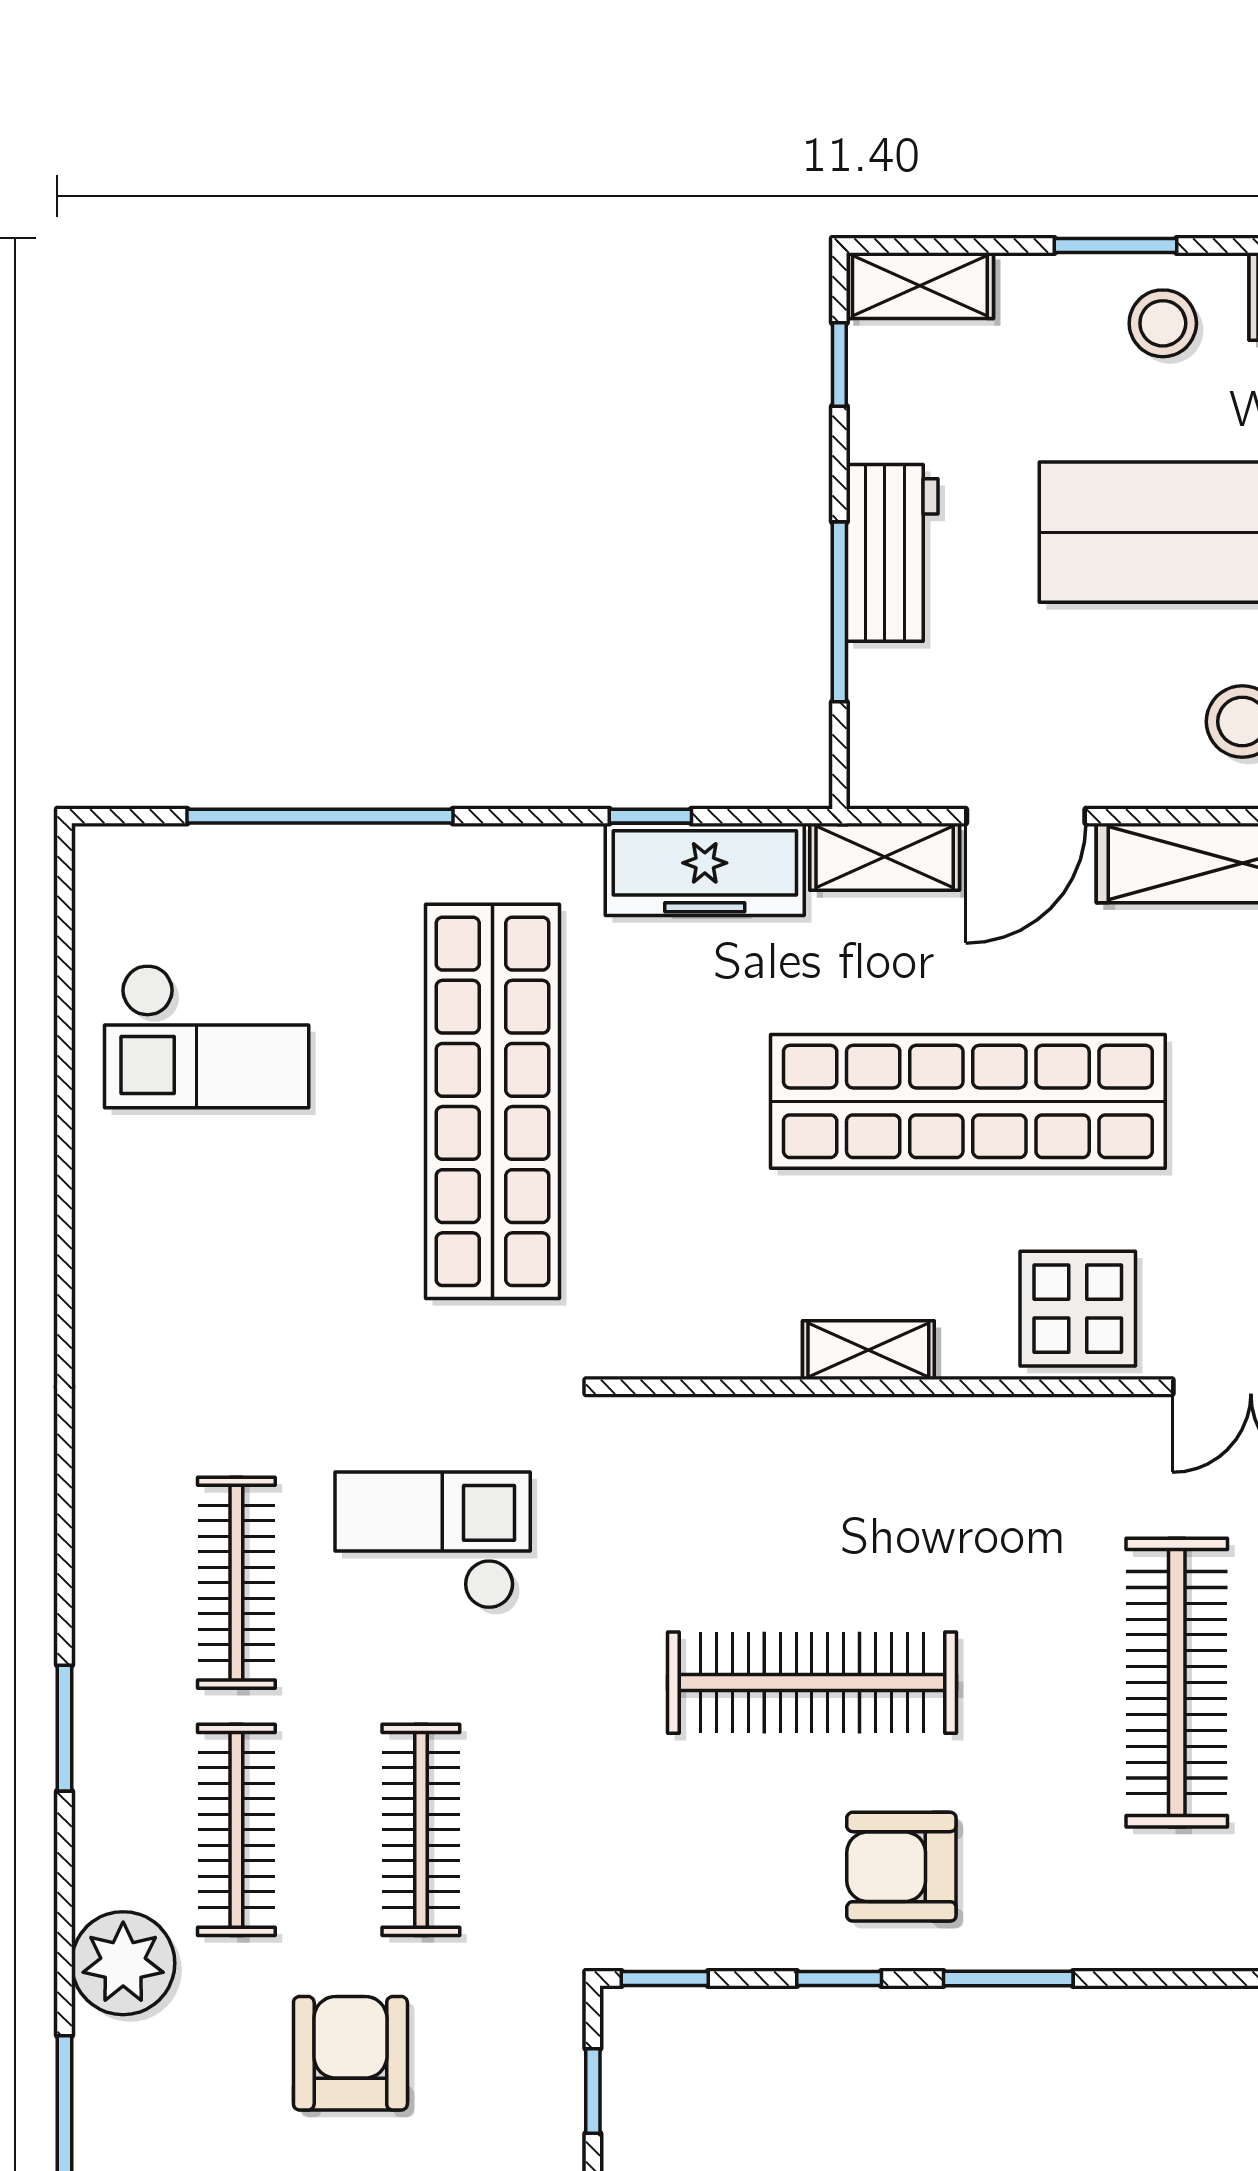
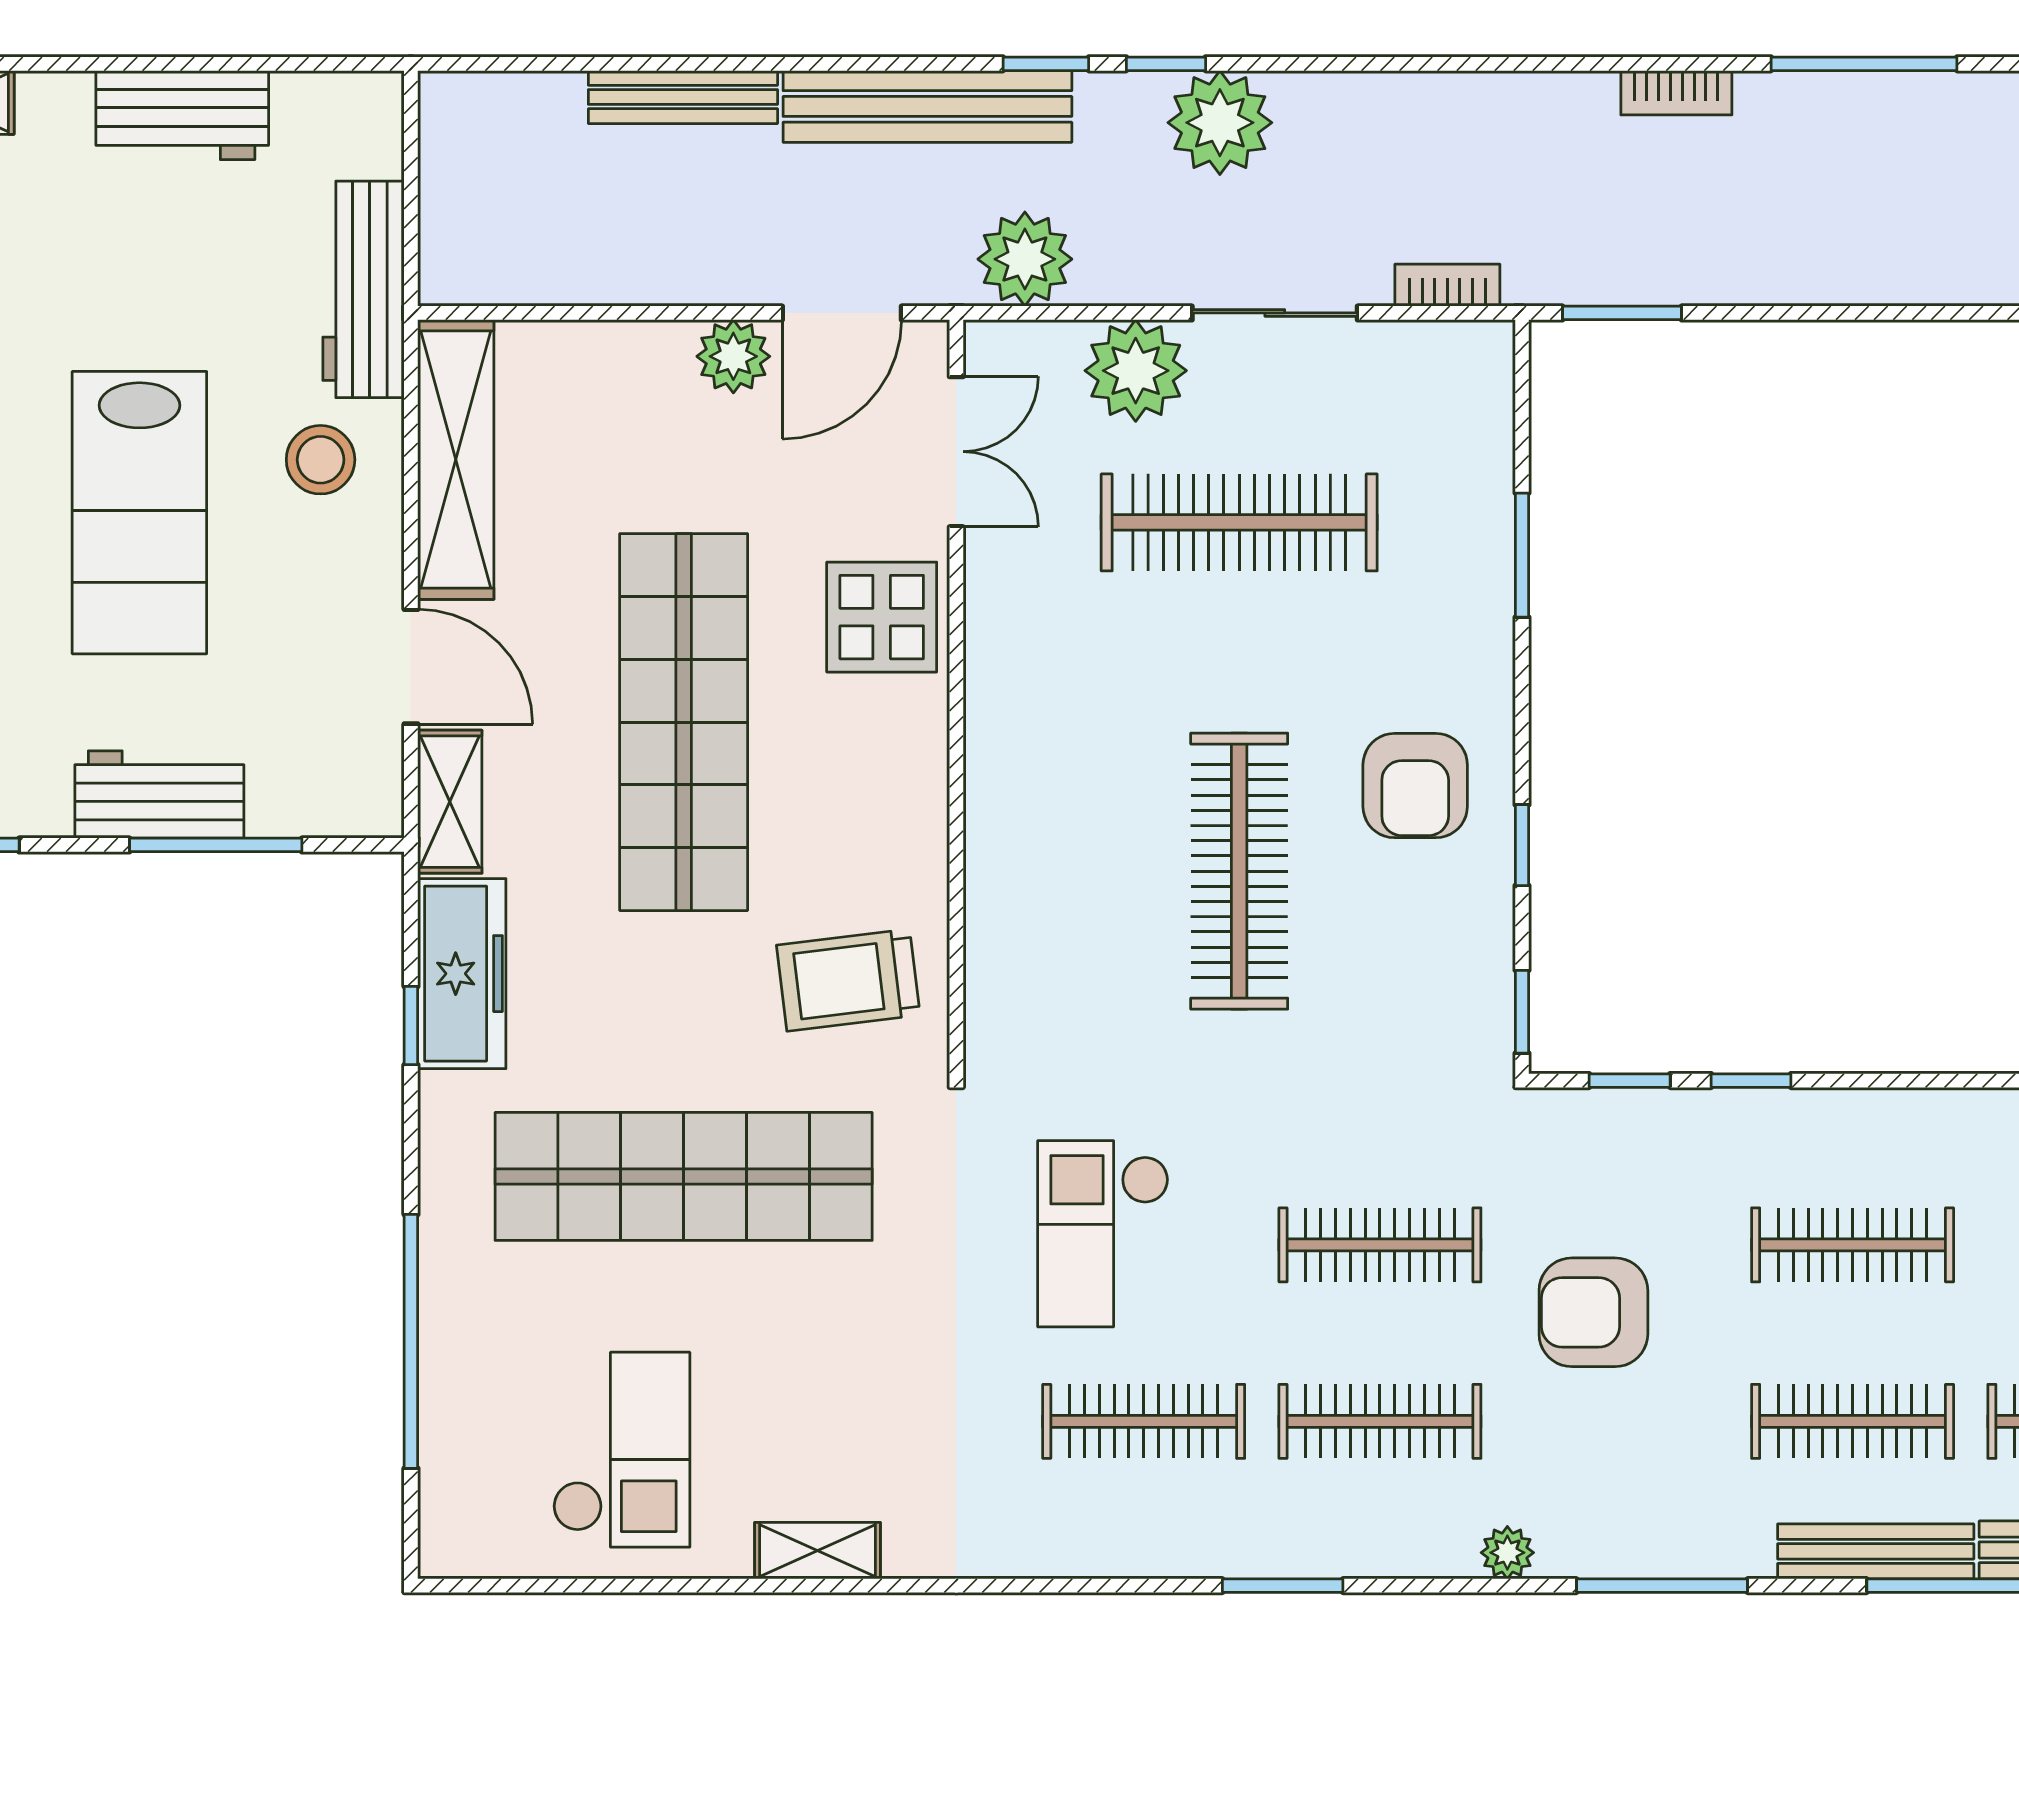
trolley: (698, 1274) -> (848, 980), added
shelving: (868, 1350) -> (818, 1551), moved, turned 90
plant: (123, 1963) -> (1507, 1553), width x0.53, depth x0.53
window: (1008, 1978) -> (1522, 555), moved

